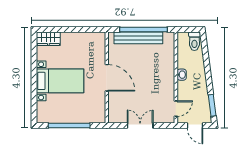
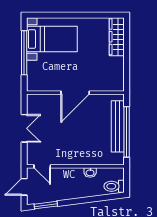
wardrobe: (48, 39) -> (117, 37), width x1.50
washbasin: (182, 75) -> (90, 173), moved
bed with nightstands: (60, 81) -> (52, 39), moved, turned -90

